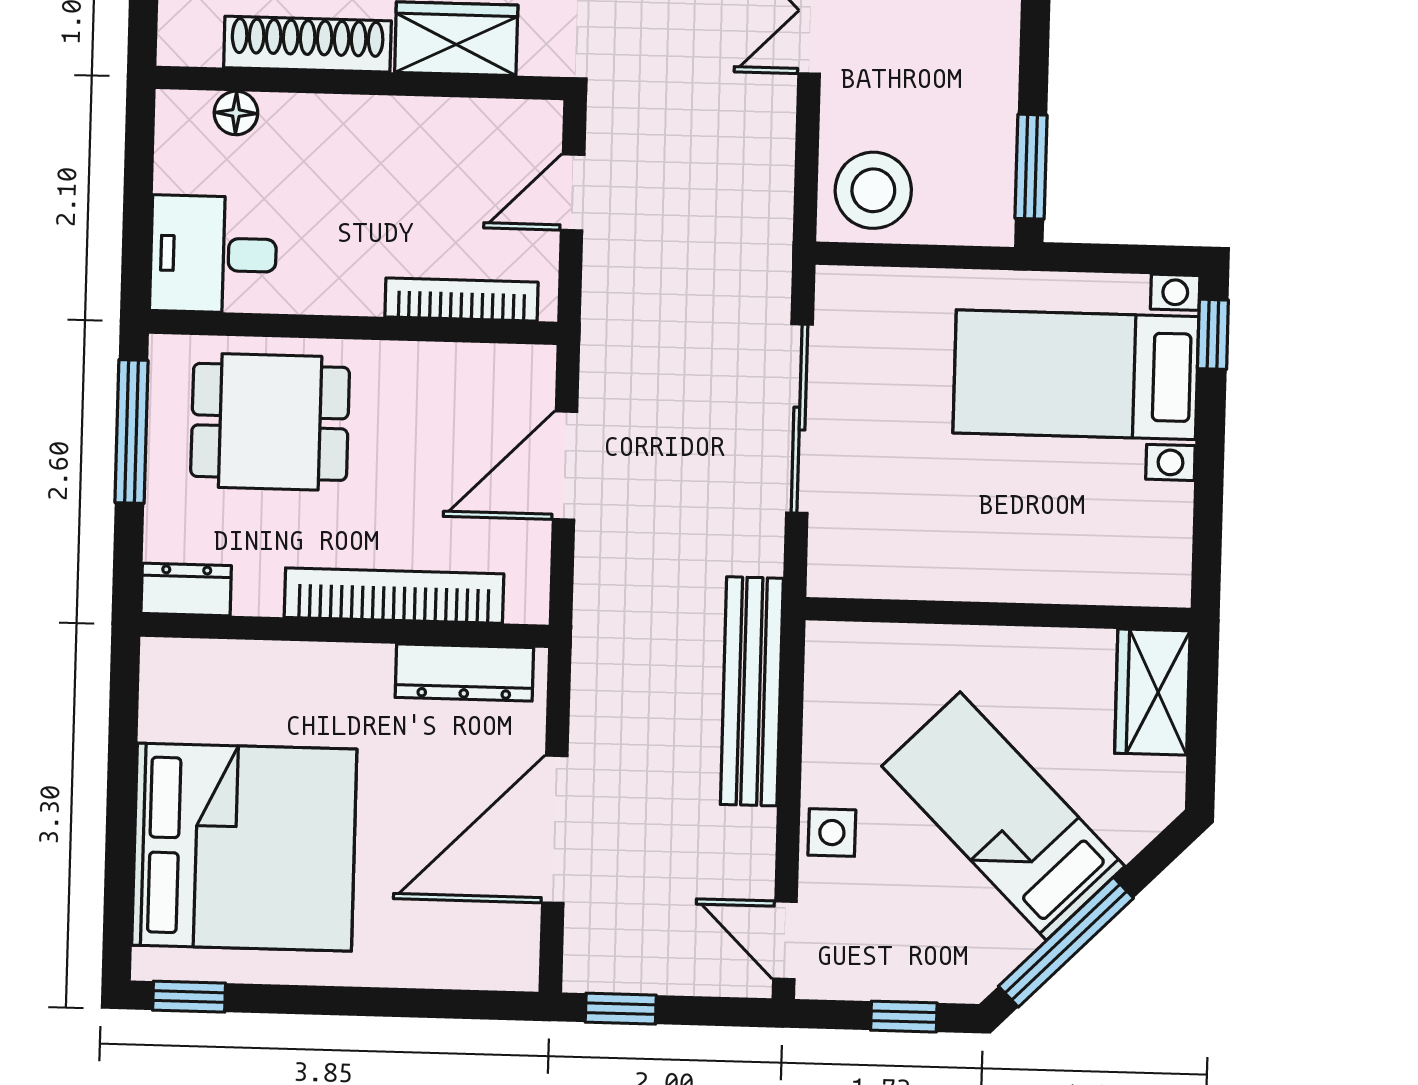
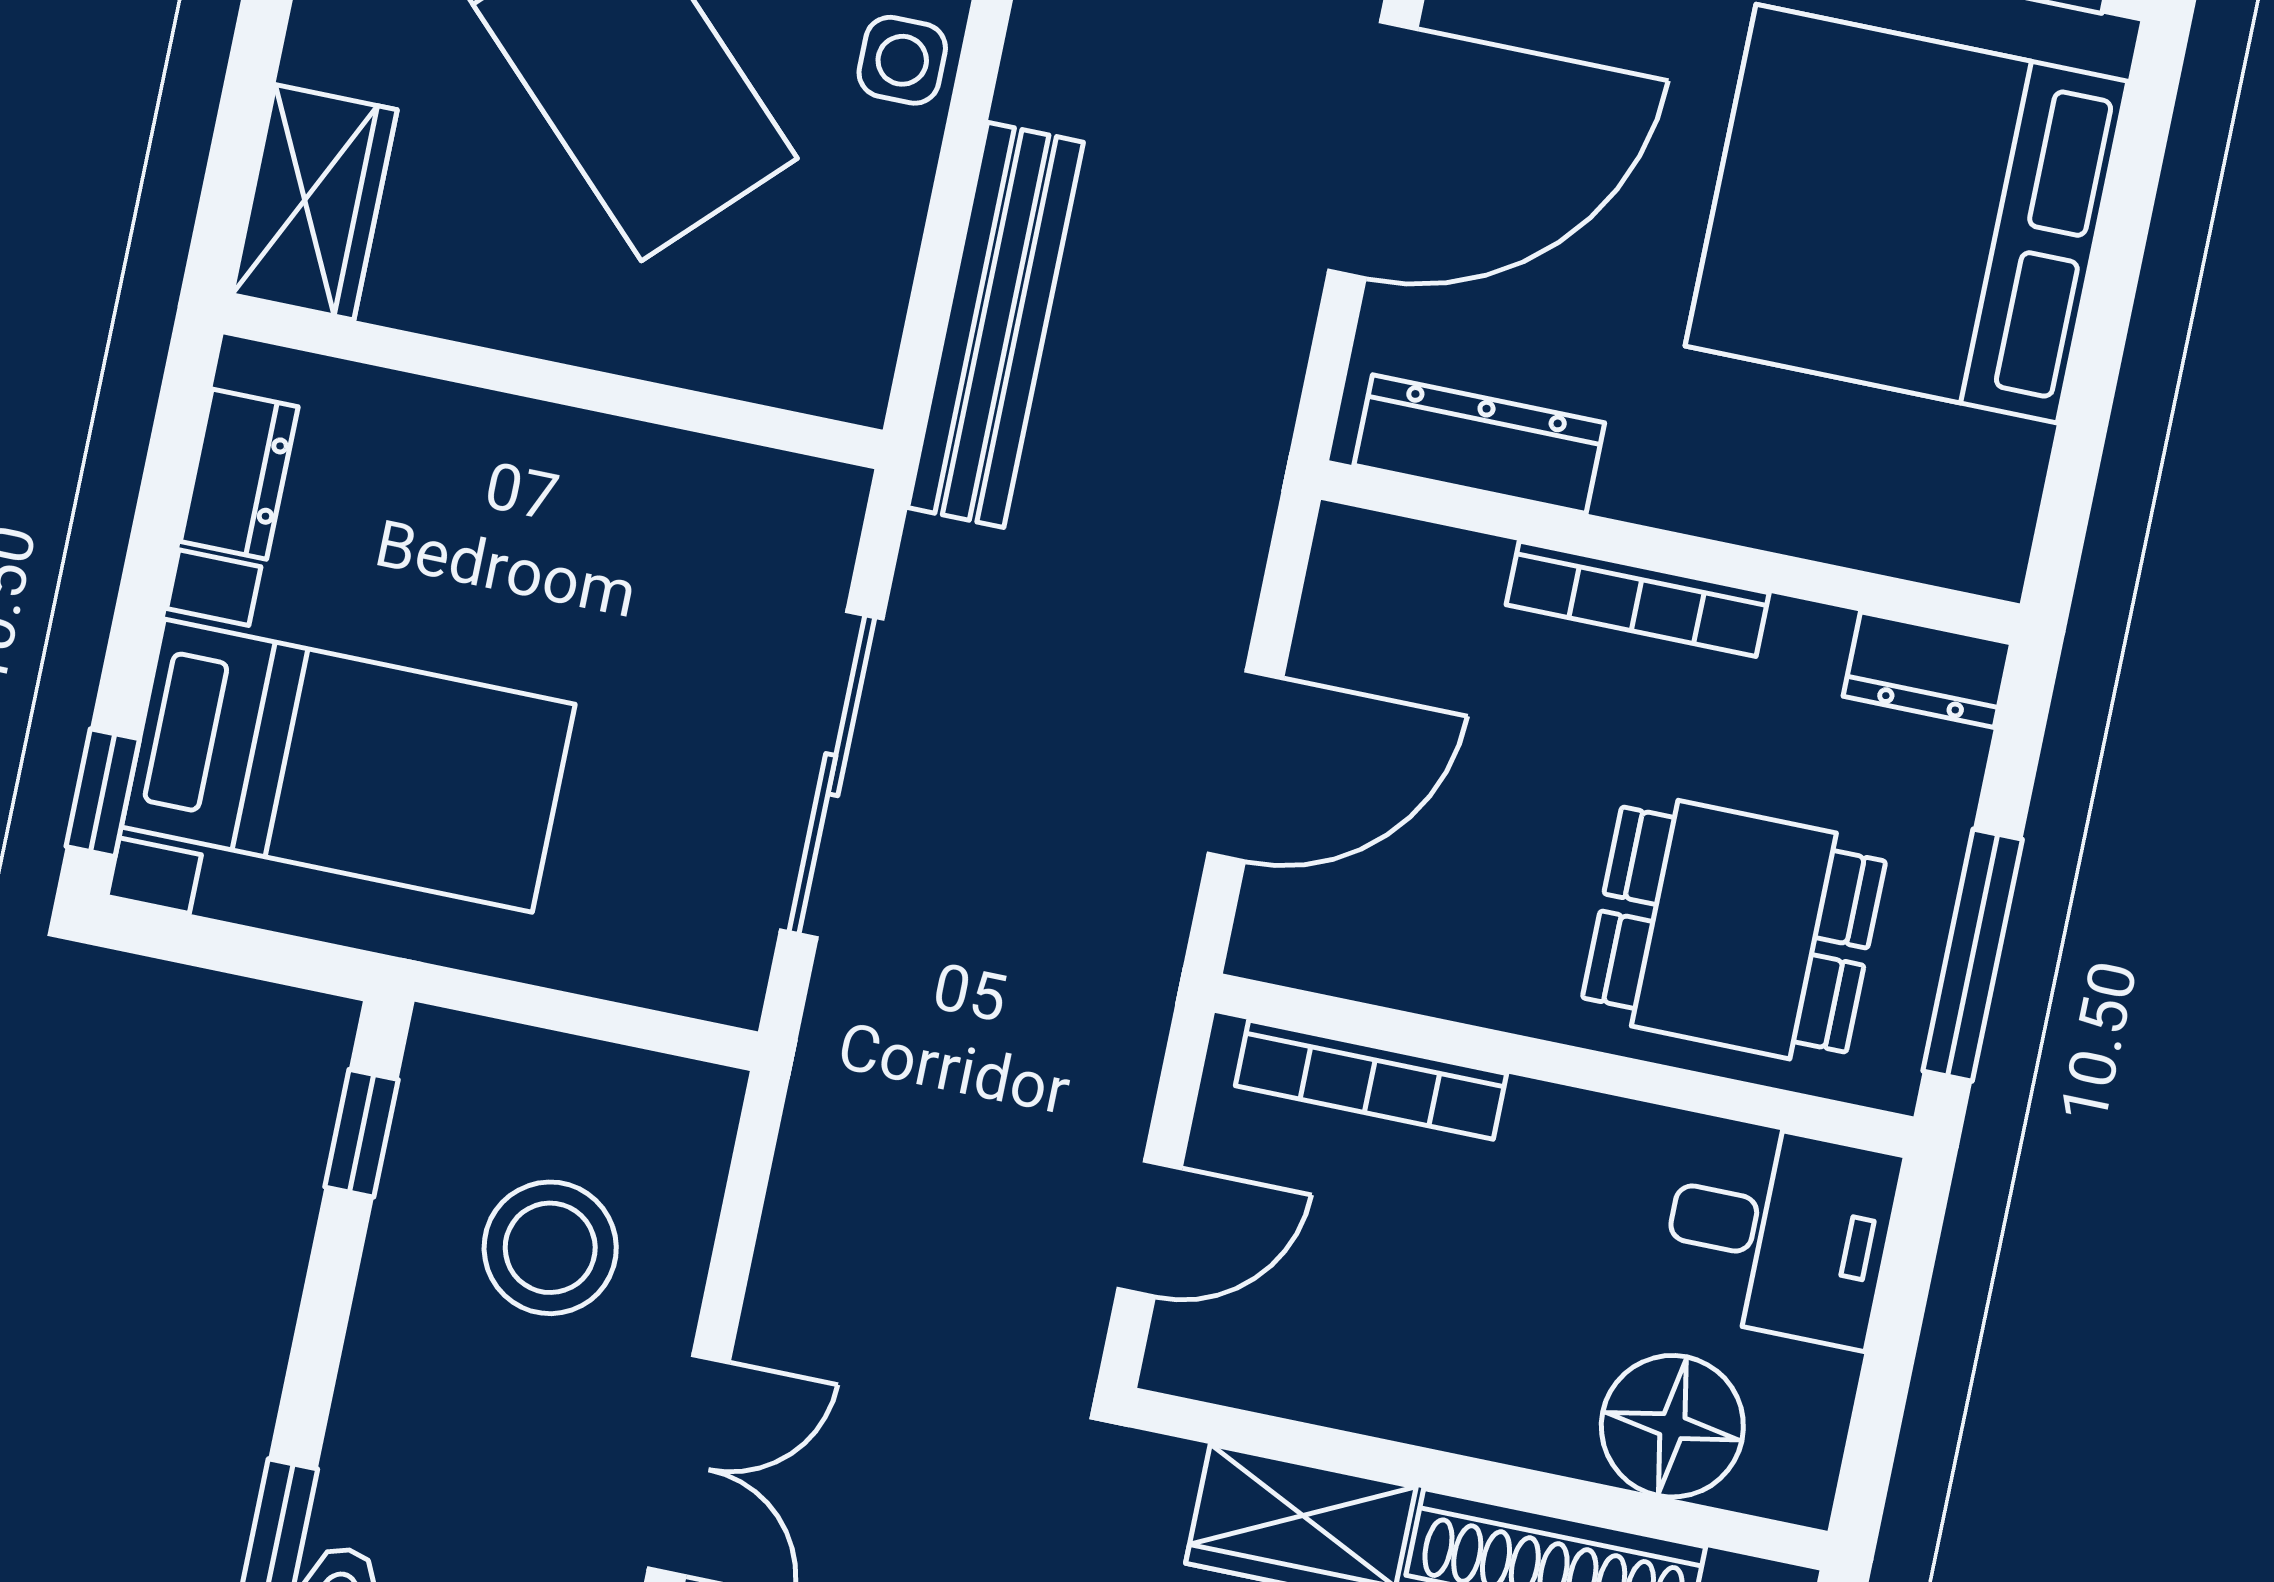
floor lamp: (236, 113) -> (1672, 1426), width x1.89, depth x1.89
window: (1031, 167) -> (361, 1133), width x0.67
stool: (873, 190) -> (550, 1248), moved
dresser: (1167, 530) -> (239, 474), added
bookcase: (394, 596) -> (1638, 599), width x0.68, depth x0.76

